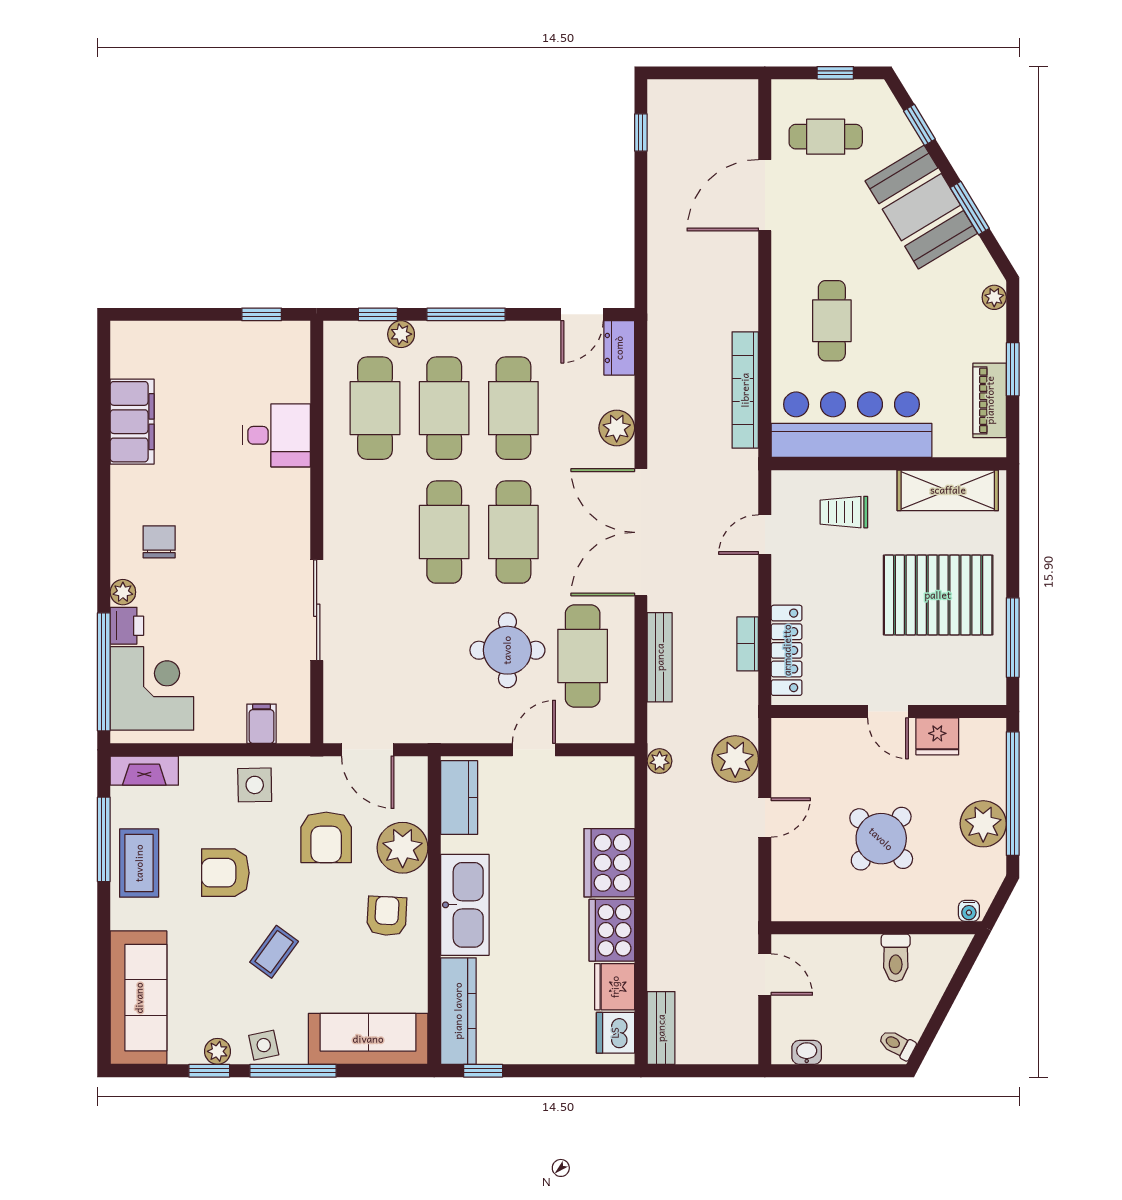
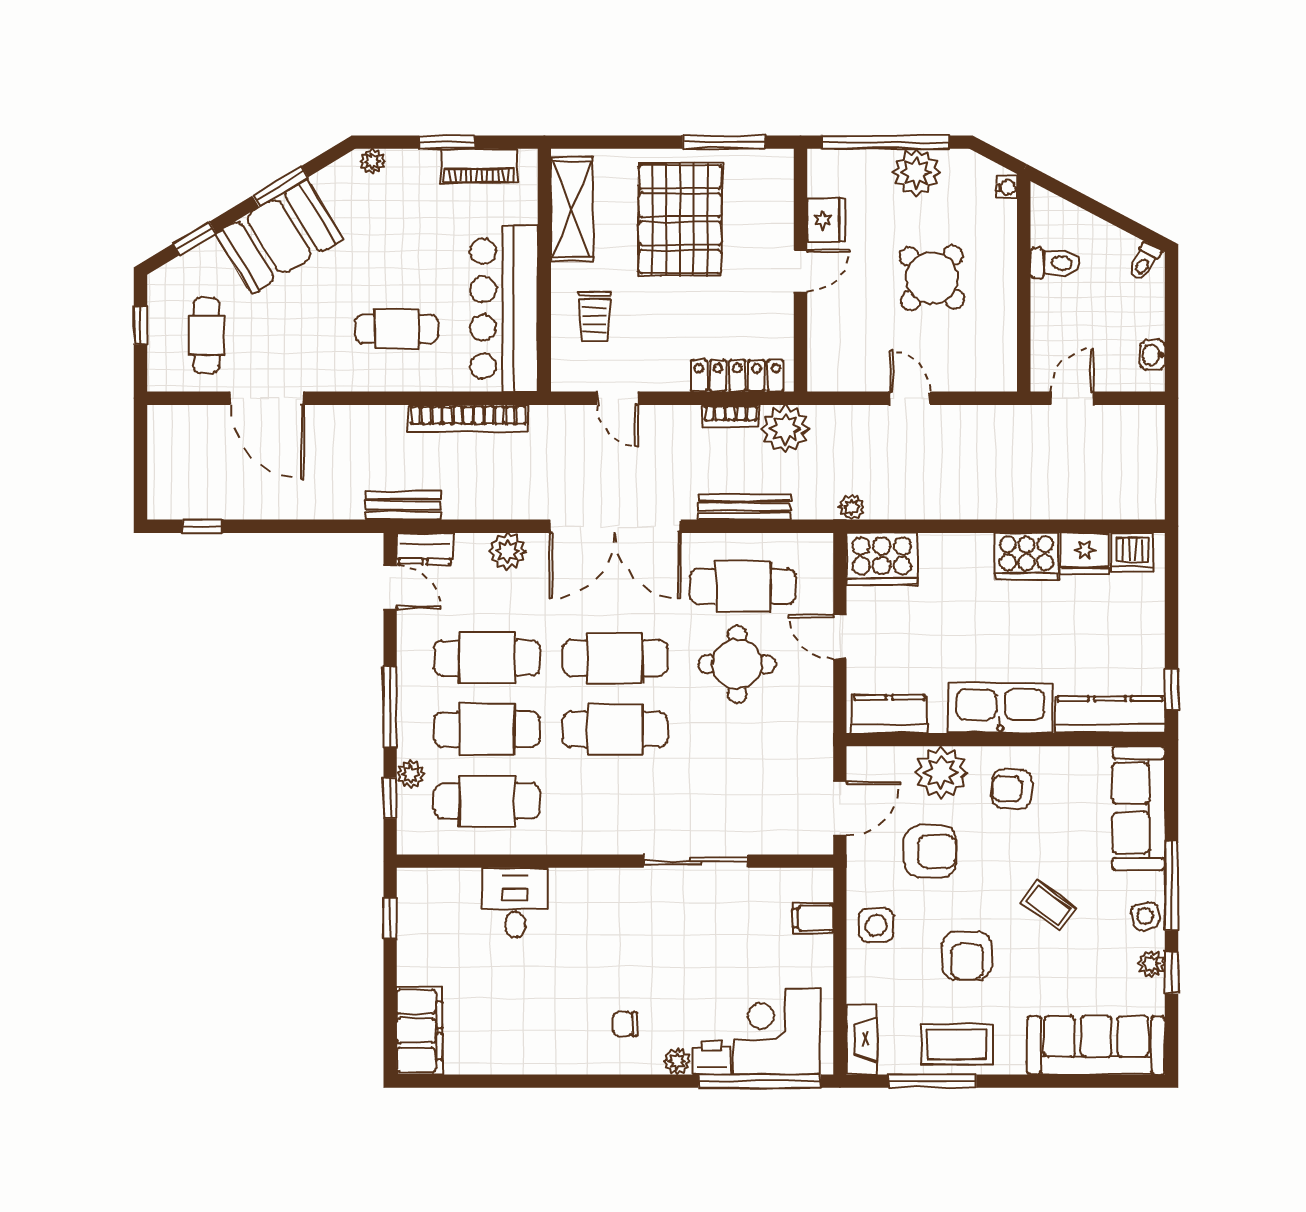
filing cabinet: (132, 422) -> (419, 1031), moved, turned 90
chair: (159, 542) -> (625, 1024), width x0.73, depth x0.73
plant: (735, 759) -> (785, 429), moved
cooker: (609, 863) -> (882, 559), moved
bench: (661, 1028) -> (403, 505), moved

